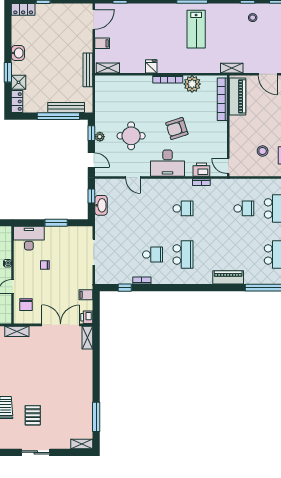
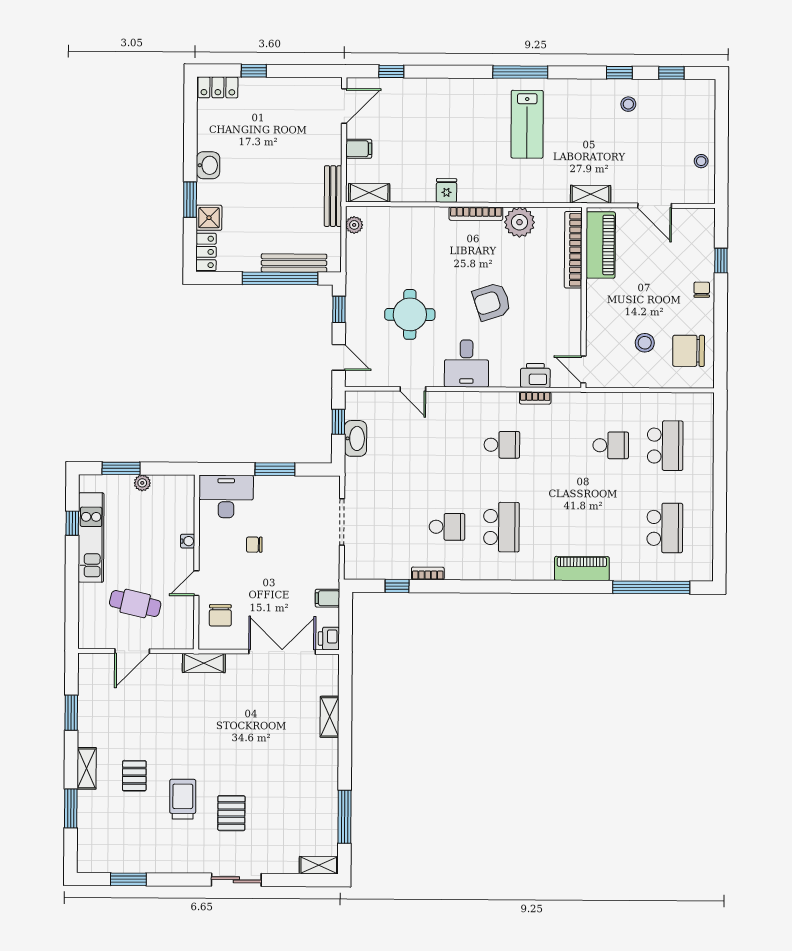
plant: (100, 137) -> (354, 225), moved
desk: (167, 163) -> (466, 363), width x0.73
shelving: (87, 338) -> (330, 717), moved

